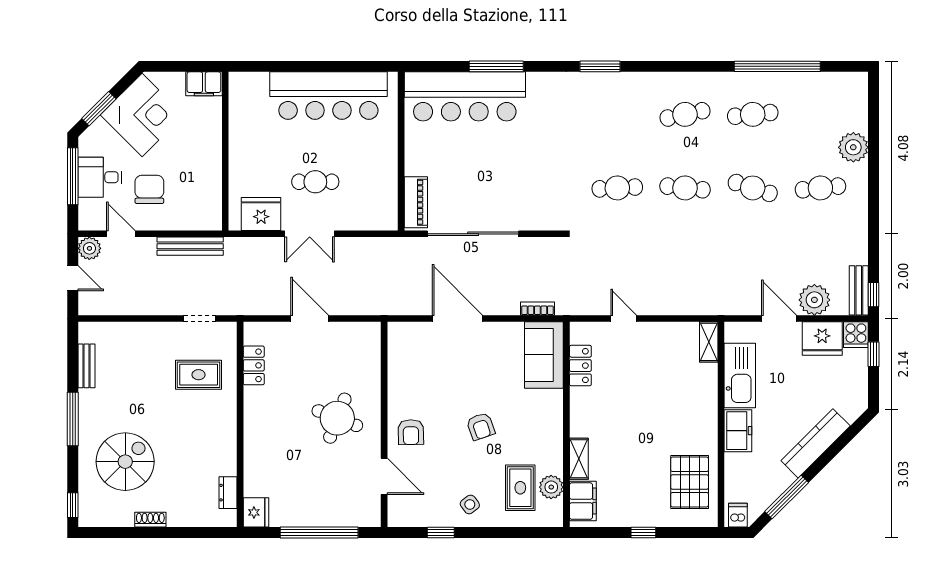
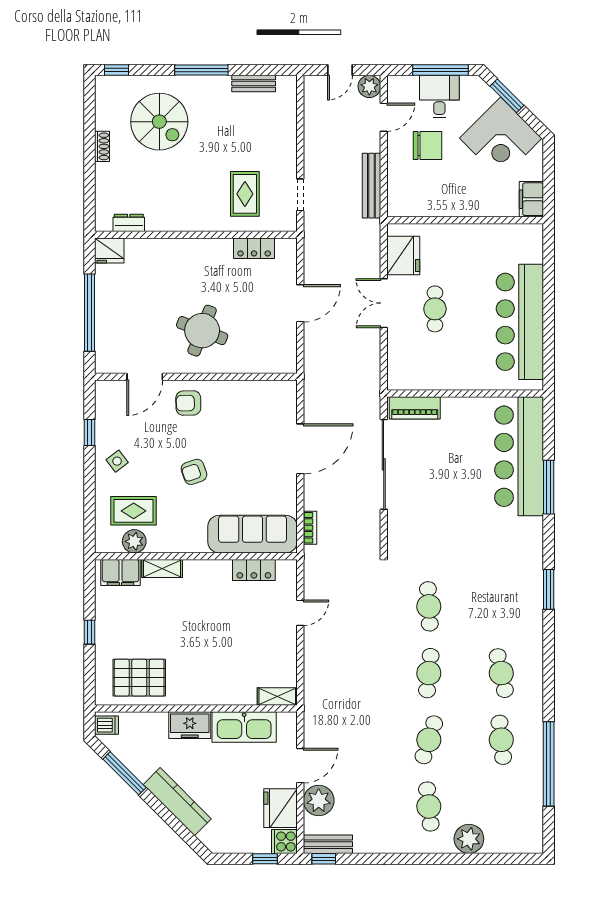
sofa: (544, 355) -> (253, 534), width x1.36

